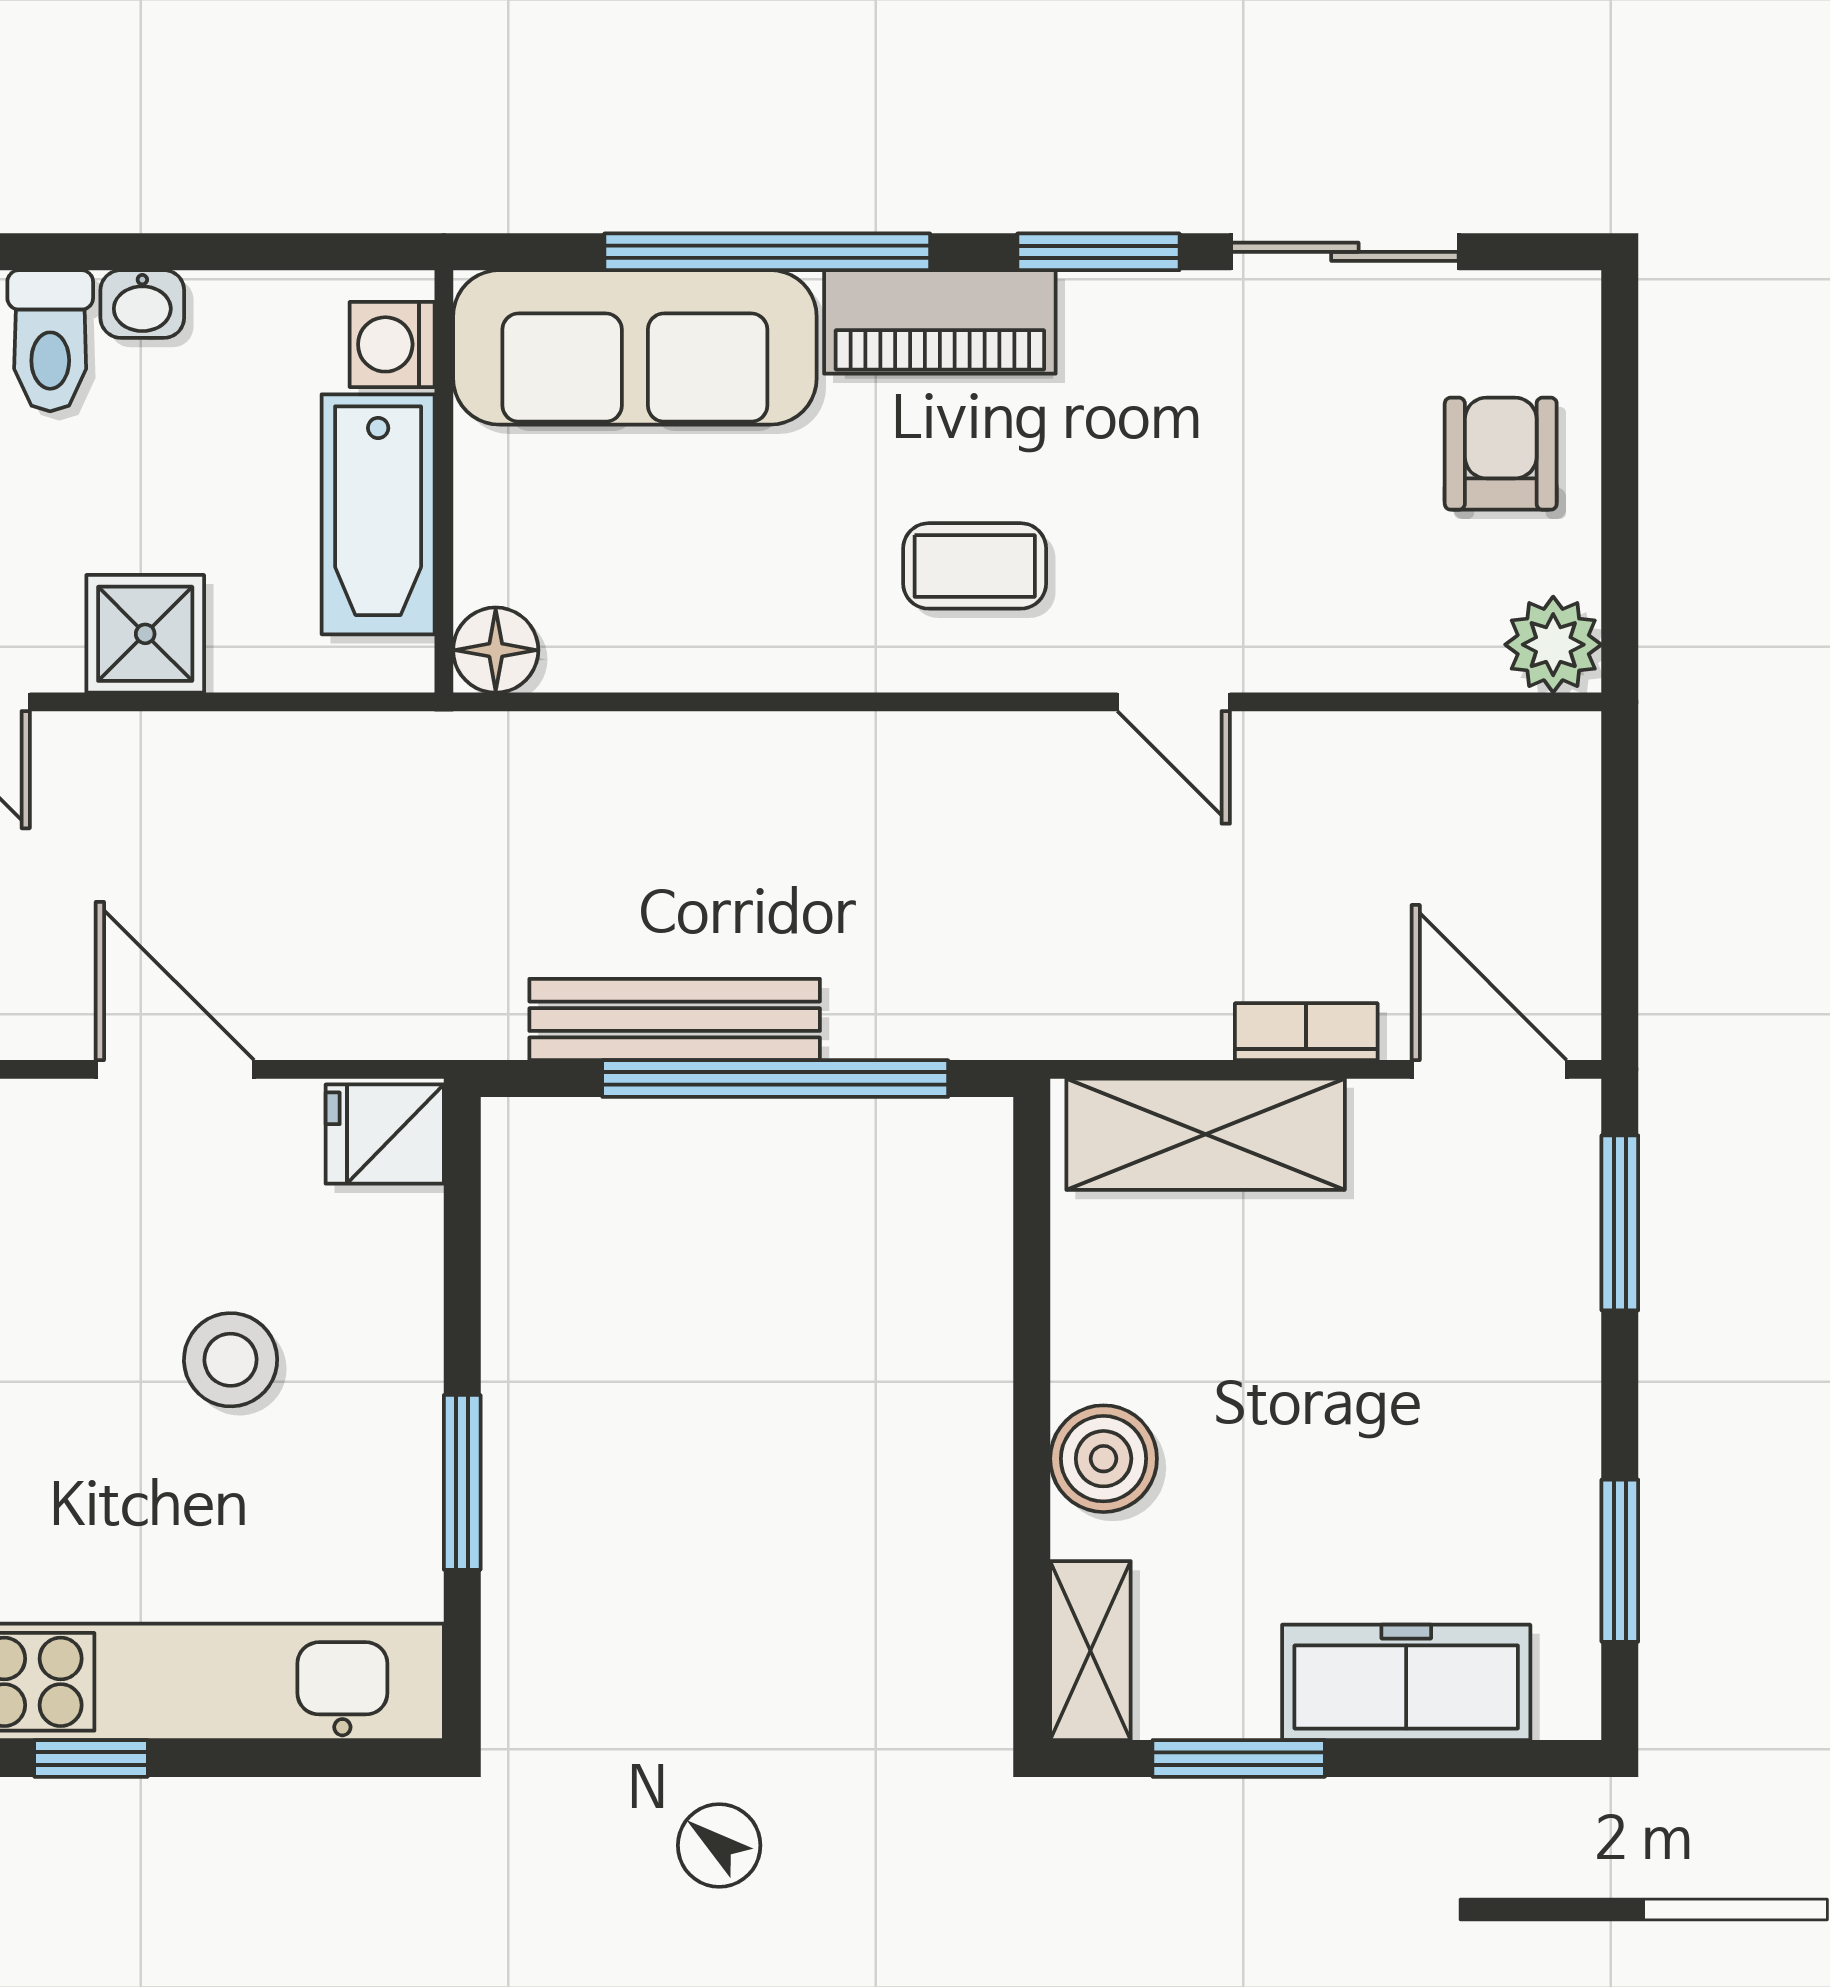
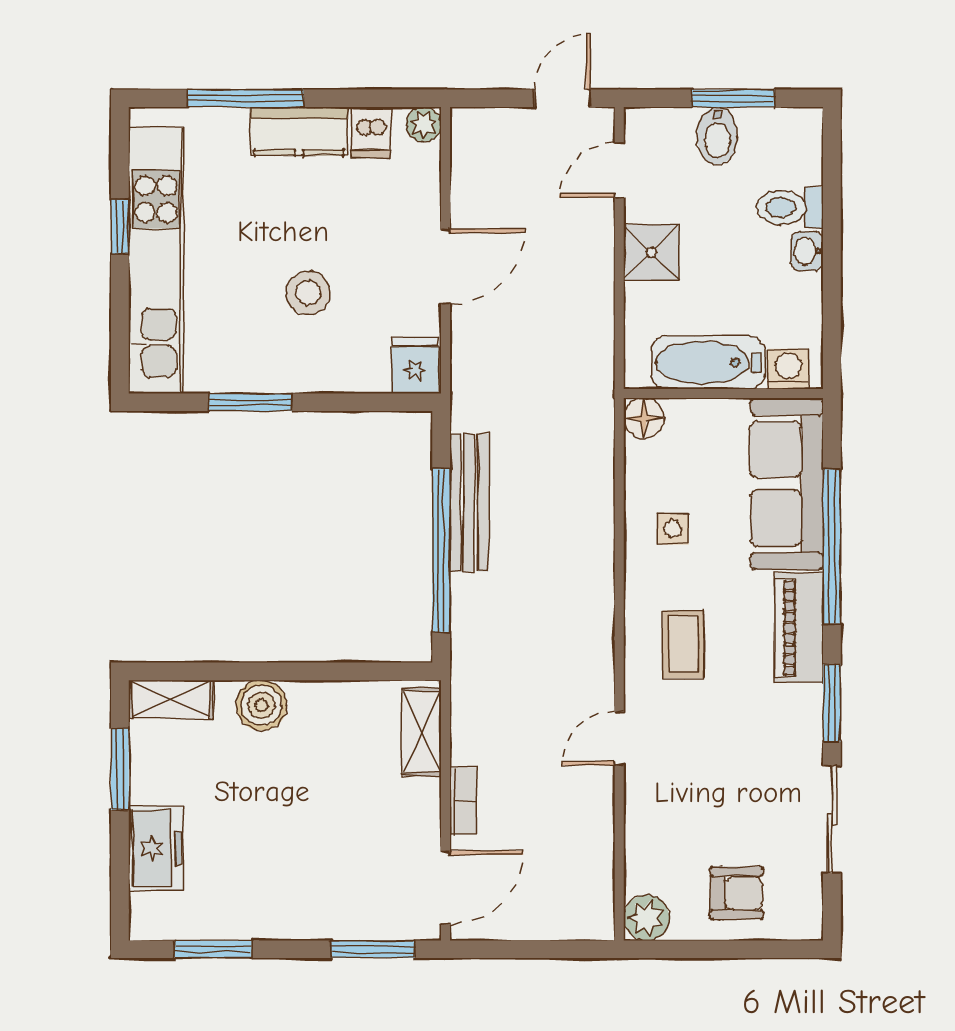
side table: (730, 589) -> (673, 529), added
shelving: (1206, 1134) -> (421, 732), width x0.67, depth x0.75
freezer: (1406, 1682) -> (156, 848), width x0.71

